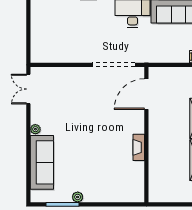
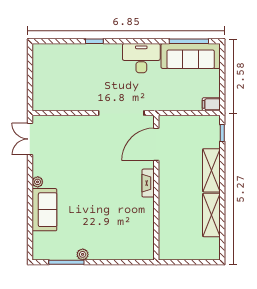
fireplace: (139, 147) -> (148, 183), moved
sofa: (42, 162) -> (44, 210), width x0.73

